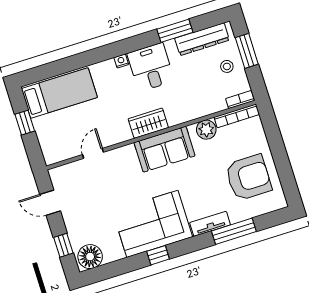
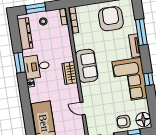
window: (175, 31) -> (20, 63), moved
plant: (206, 130) -> (79, 39), removed
armchair: (82, 224) -> (124, 122), added

